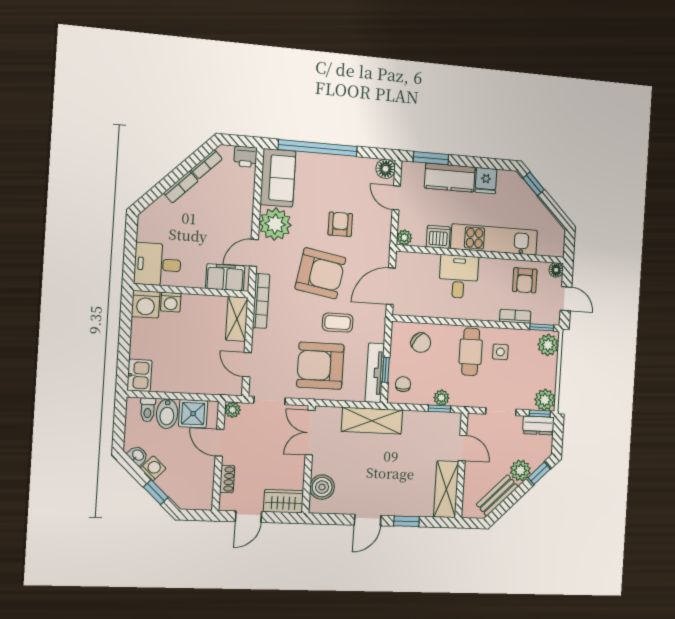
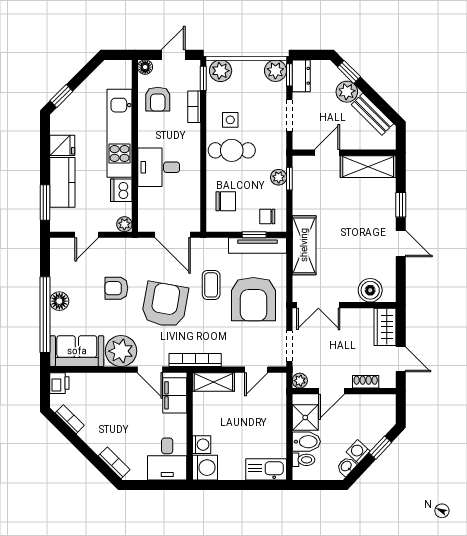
floor lamp: (386, 169) -> (59, 301), moved
bookcase: (181, 187) -> (114, 463), moved
armchair: (525, 280) -> (158, 99), turned 90
chair: (421, 343) -> (226, 201), turned 51
kitchen sink: (139, 375) -> (266, 469), width x1.38

